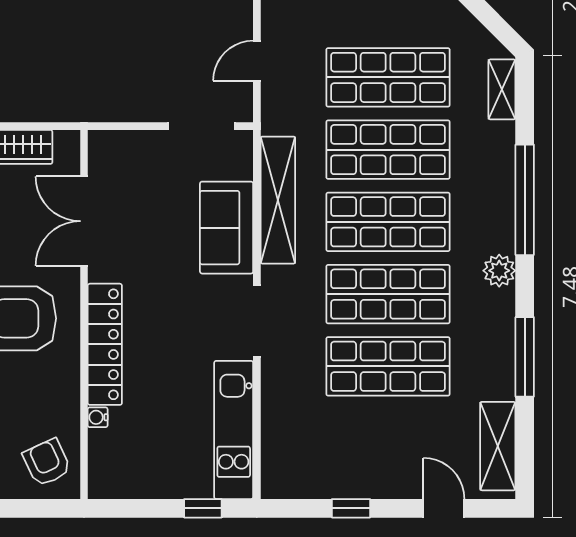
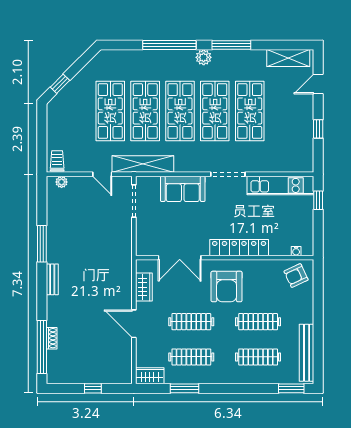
shelving: (502, 89) -> (116, 56), removed
shelving: (278, 200) -> (143, 164), moved
window: (525, 357) -> (231, 45), moved
water cooler: (98, 417) -> (296, 251), moved

